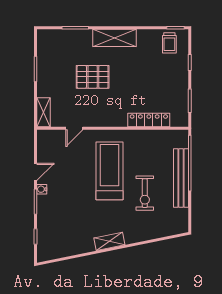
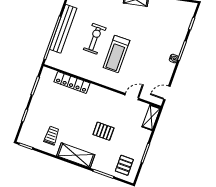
trolley: (169, 43) -> (52, 135), moved
pallet: (55, 46) -> (124, 165), added
pallet: (93, 77) -> (103, 131), width x0.67, depth x0.71
treadmill: (109, 171) -> (116, 54), width x0.73, depth x0.73
door: (36, 172) -> (167, 93), moved
exercise bike: (145, 193) -> (95, 39), moved

